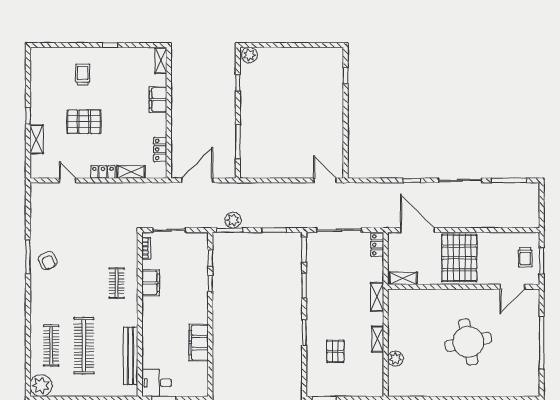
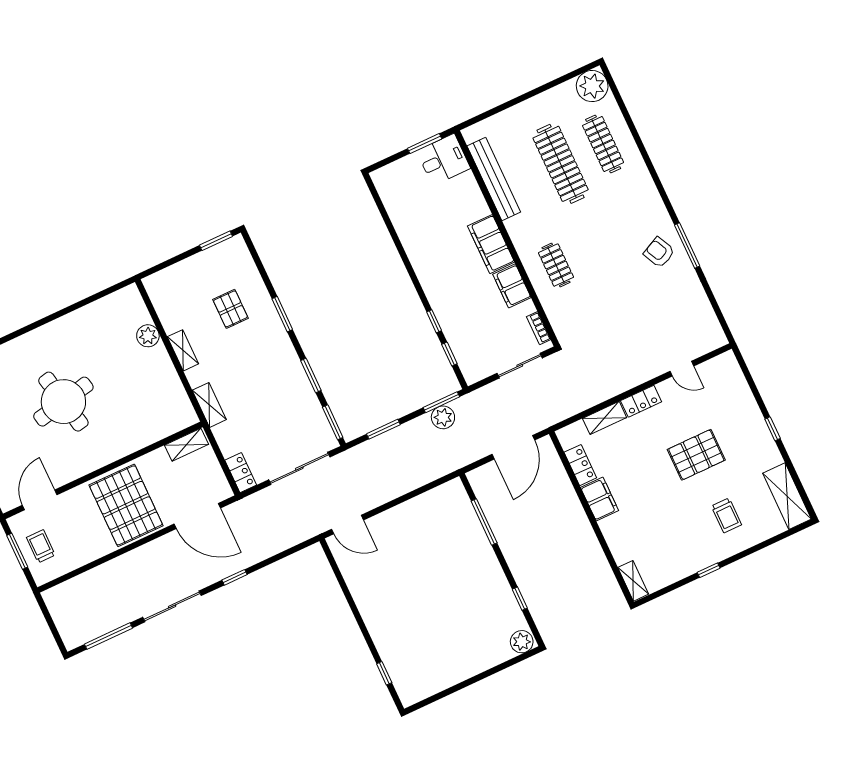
filing cabinet: (158, 100) -> (600, 499), moved
shelving: (37, 139) -> (787, 496), moved, width x1.50, depth x1.33
filing cabinet: (199, 343) -> (491, 244), moved, turned 180

